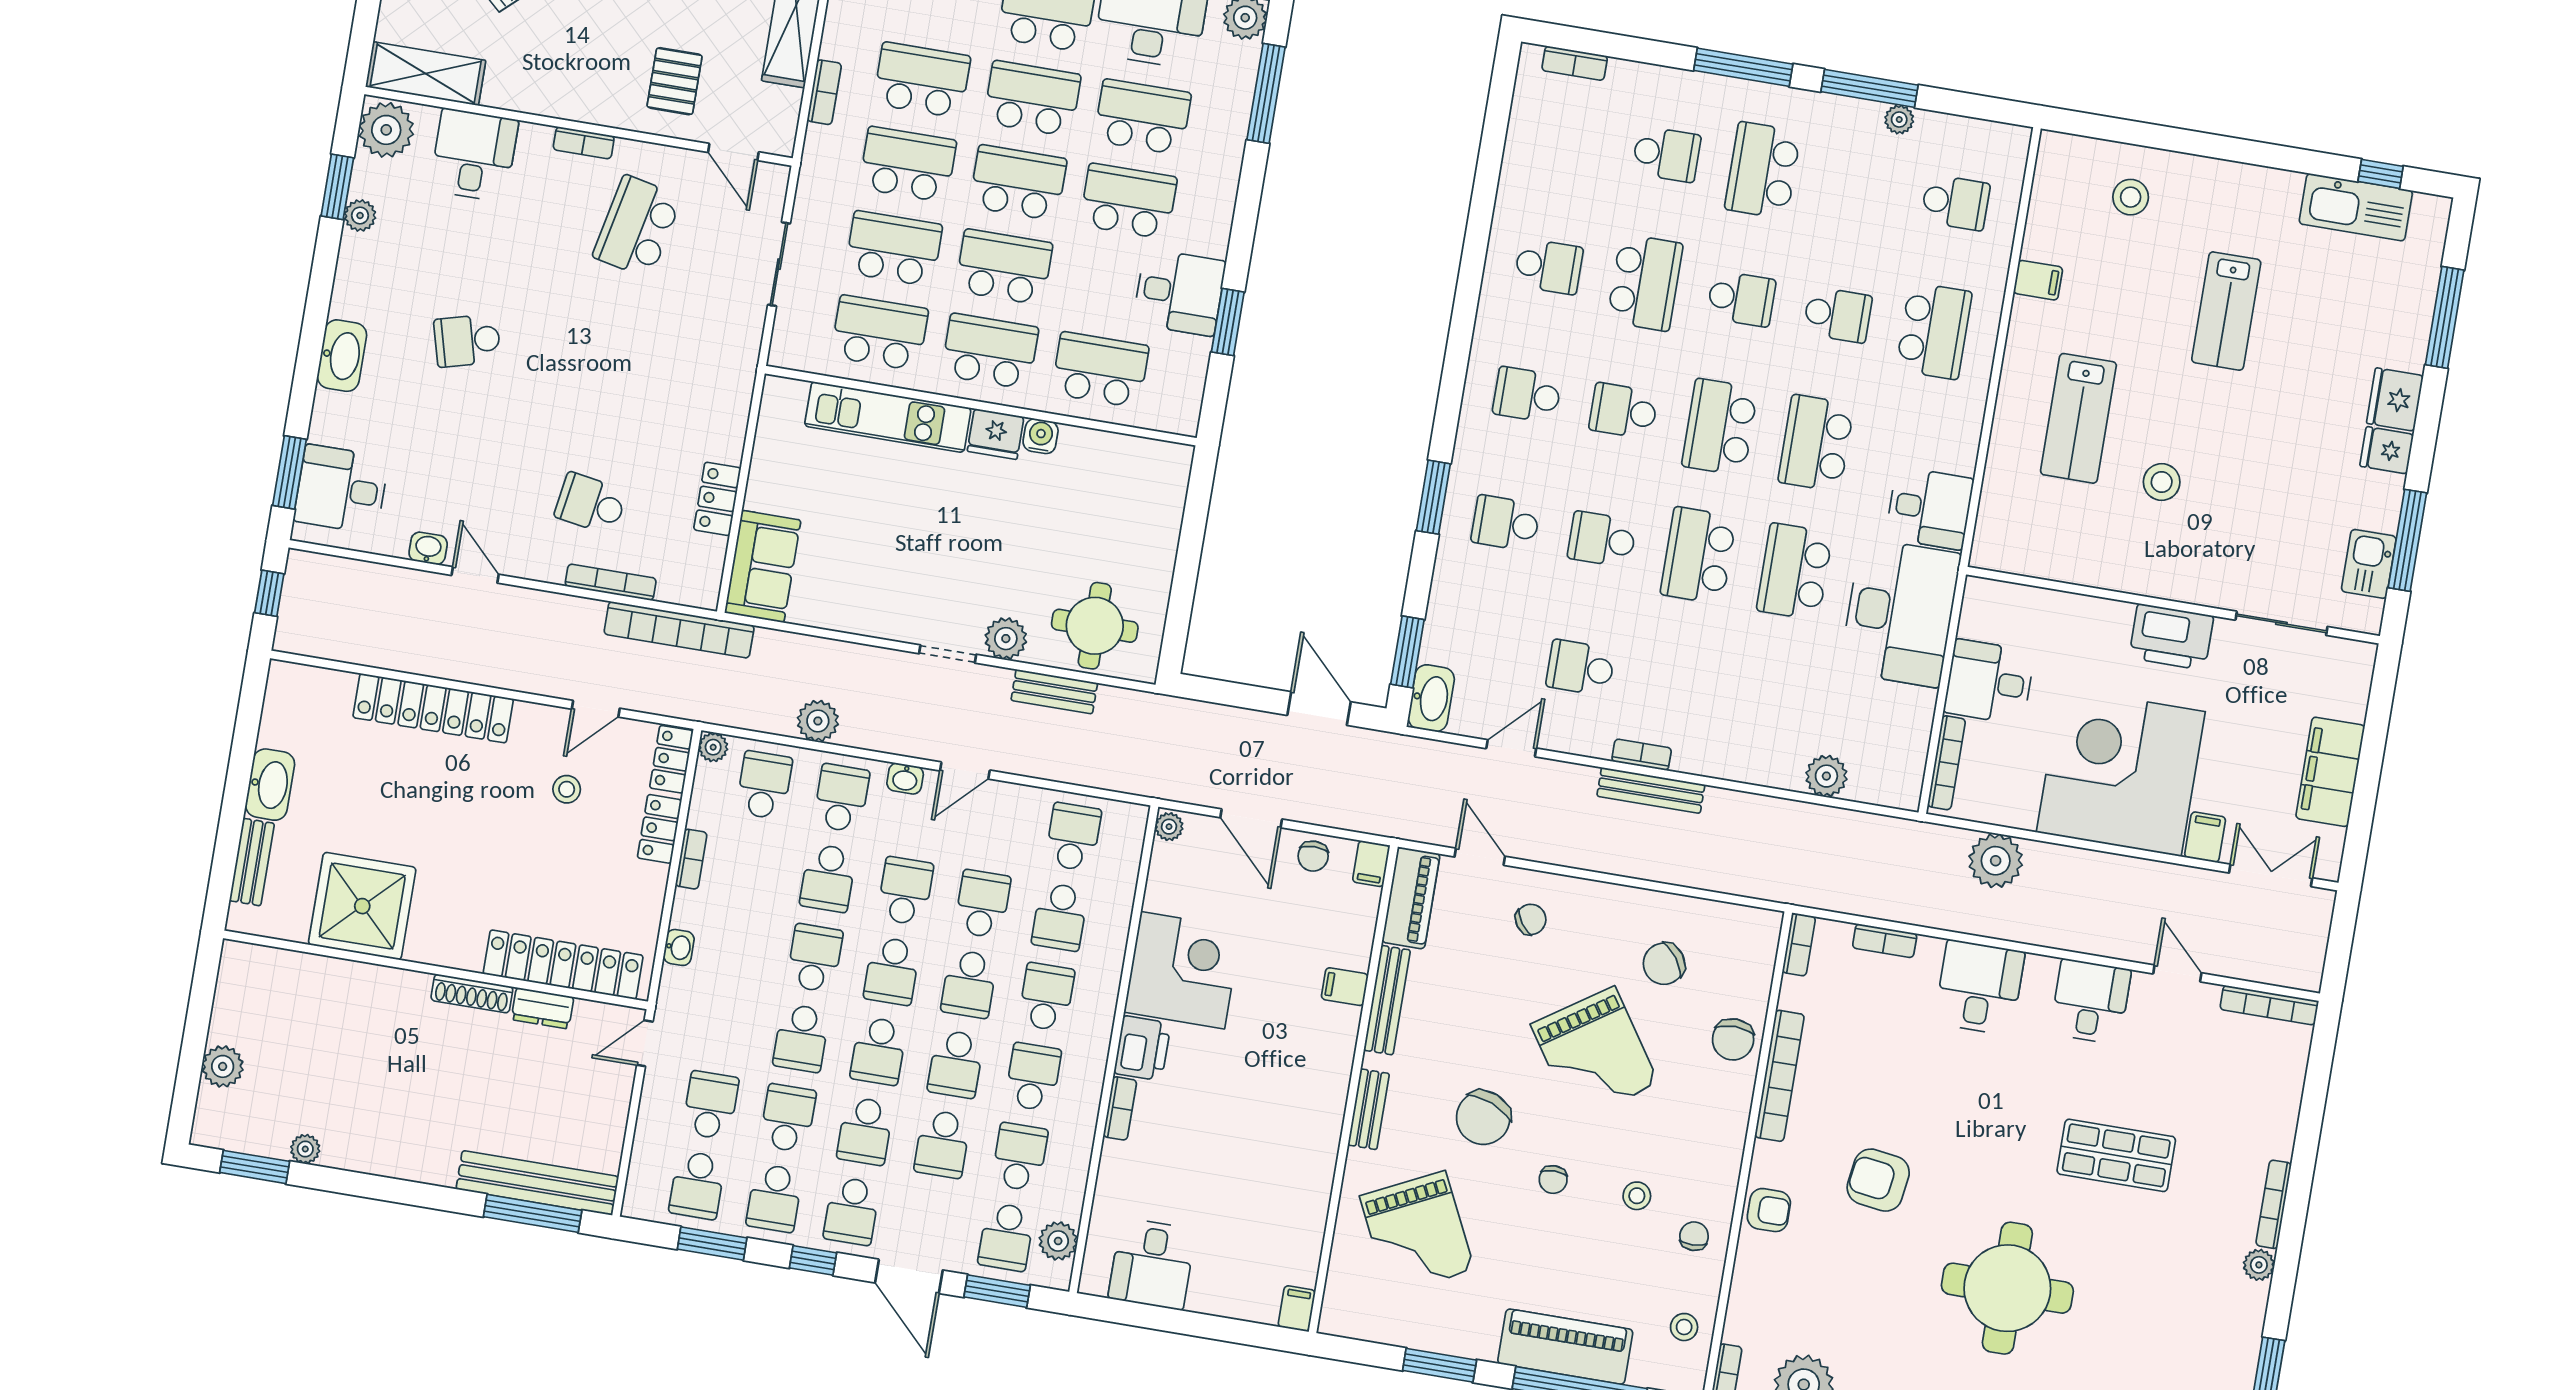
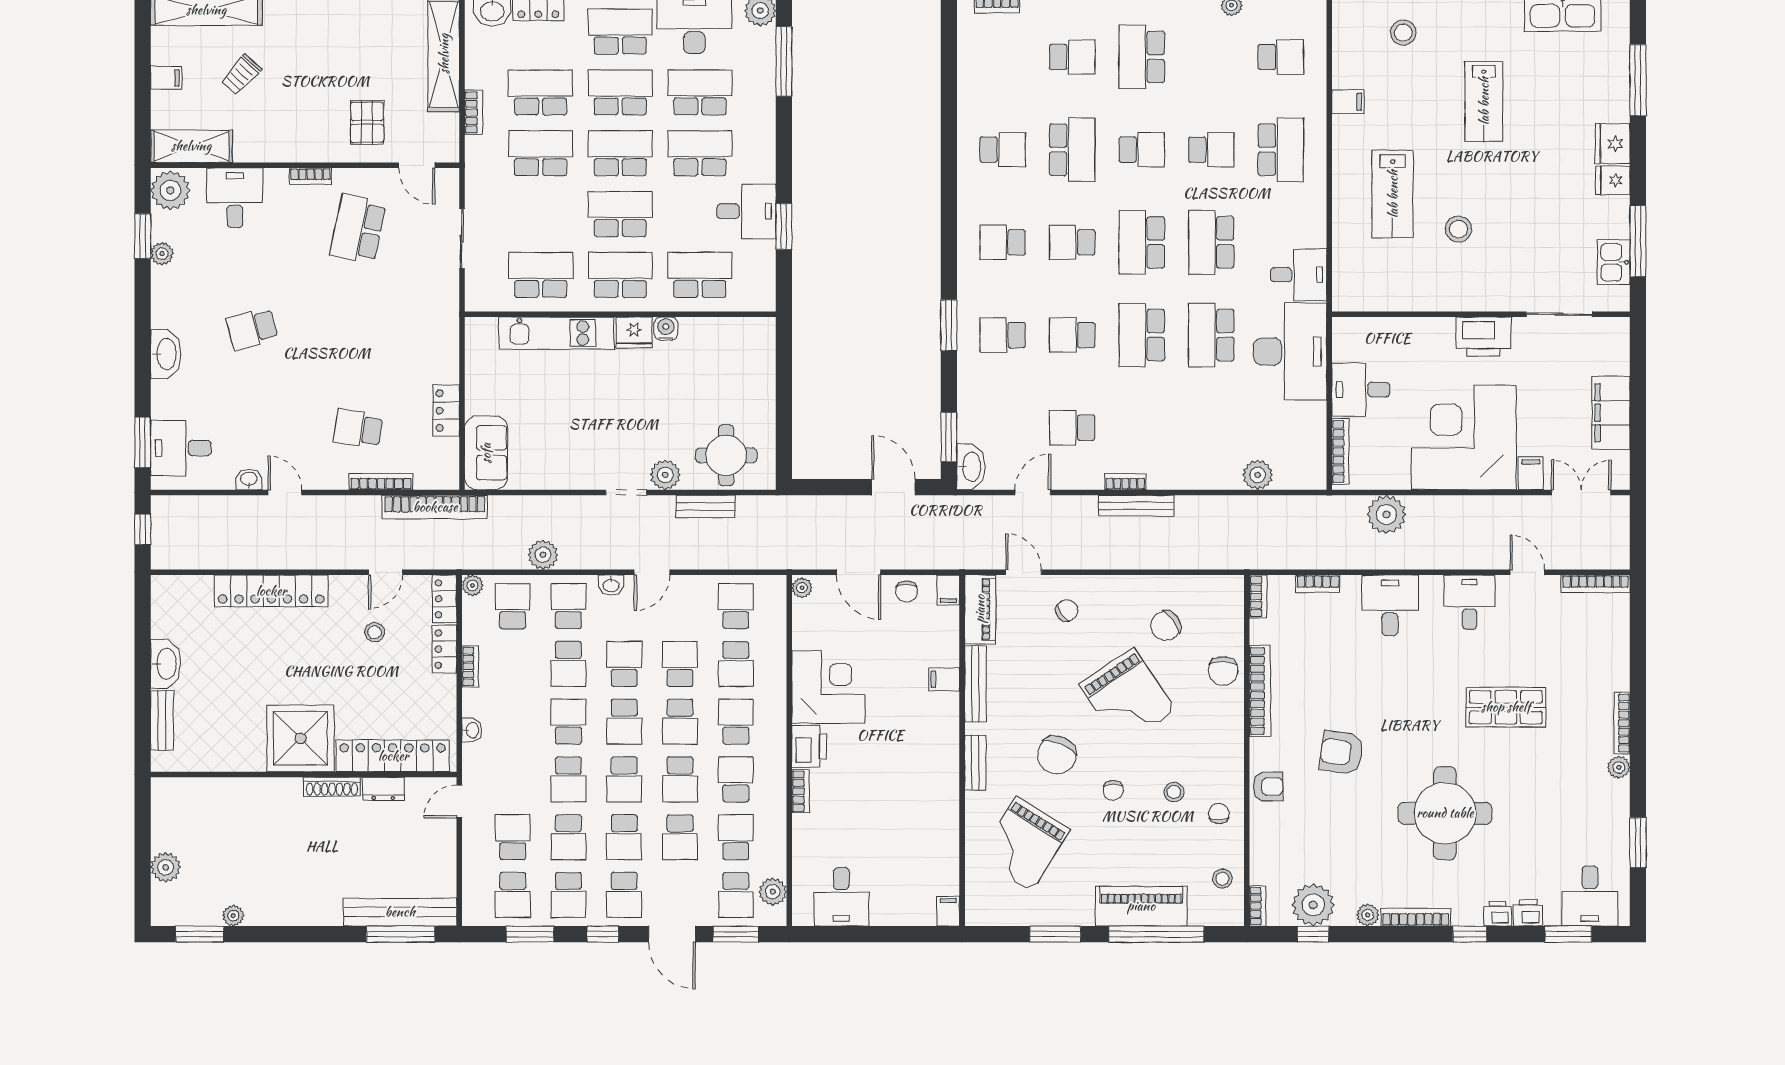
school desk: (894, 249) -> (541, 214), removed
shower: (362, 906) -> (300, 738), moved
school desk: (788, 1118) -> (568, 837), turned 180
grand piano: (1417, 1233) -> (1024, 844), turned 58

